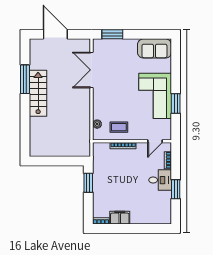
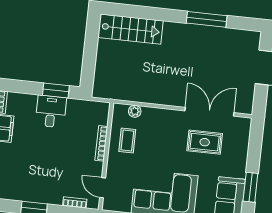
window: (112, 34) -> (250, 187), moved
rug: (114, 71) -> (205, 142), added
stairs: (38, 93) -> (131, 29), moved
desk: (160, 180) -> (51, 111), moved, turned 180

